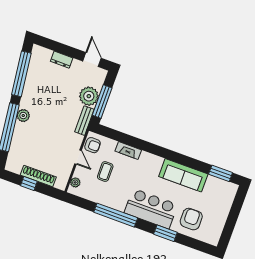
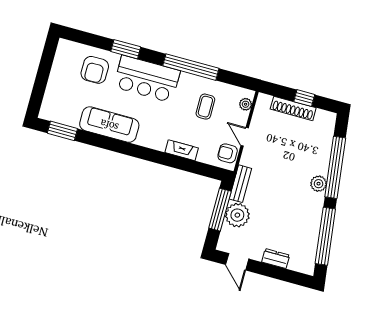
coffee table: (105, 172) -> (205, 107), moved

